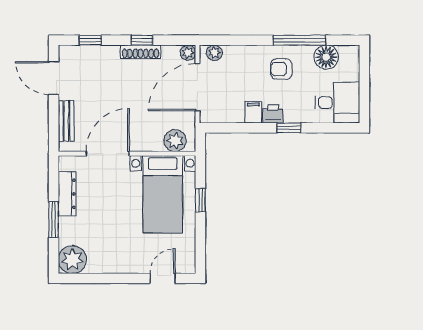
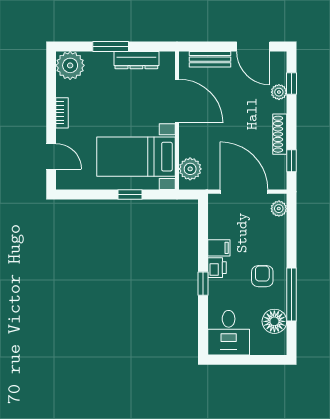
window: (142, 40) -> (291, 161), moved
plant: (188, 53) -> (279, 92), moved
door: (54, 78) -> (253, 46), swing flipped
bookcase: (119, 268) -> (62, 113), added

